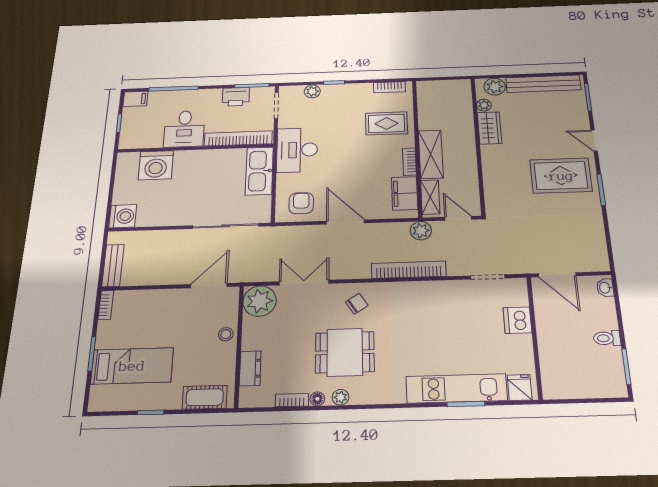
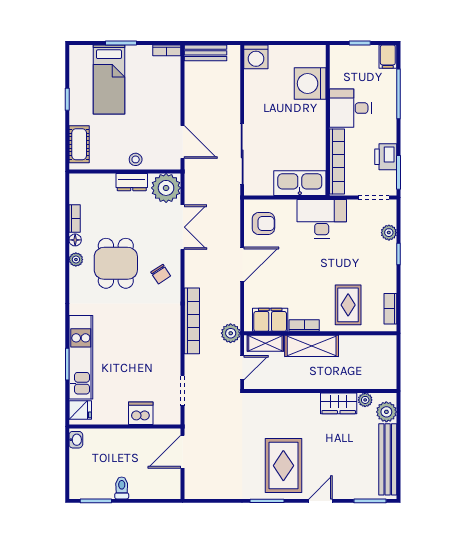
washbasin: (605, 288) -> (76, 440), moved, turned 90
dresser: (250, 368) -> (132, 182), moved

